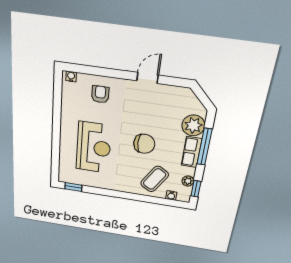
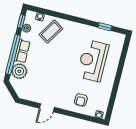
chair: (144, 144) -> (55, 60), removed
window: (204, 147) -> (13, 55), width x1.46
window: (73, 187) -> (105, 27), moved

